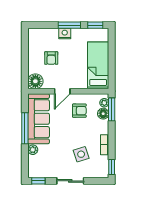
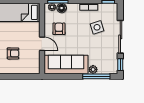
floor lamp: (35, 81) -> (33, 67), removed
window: (25, 128) -> (96, 76), moved
sliding door: (70, 181) -> (120, 37), width x1.37

